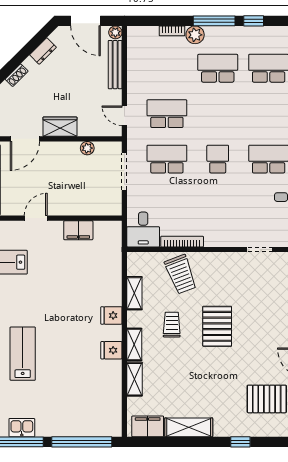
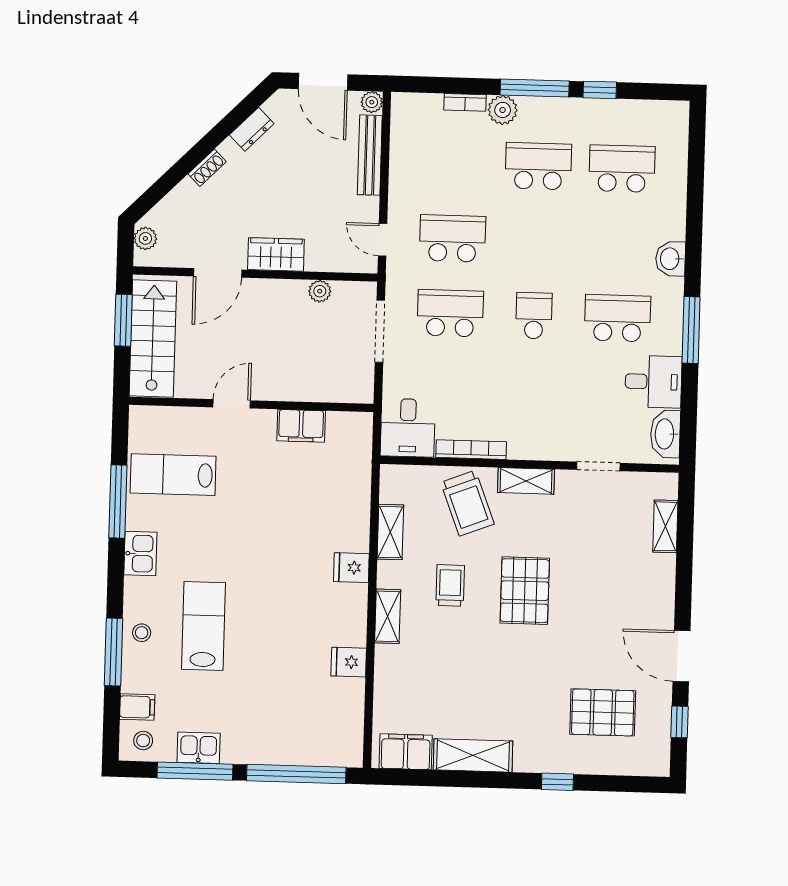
fridge: (111, 350) -> (349, 662), moved
shelving: (135, 379) -> (526, 481), moved, turned 90

